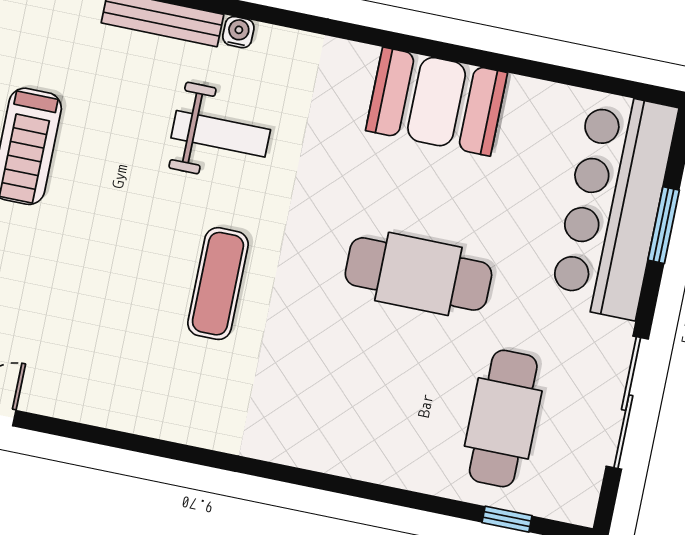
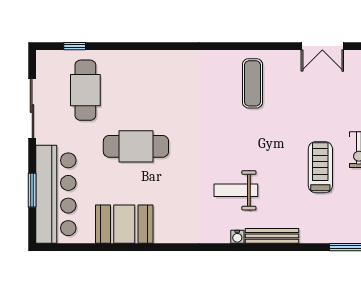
booth: (437, 102) -> (124, 224), moved
exercise mat: (218, 284) -> (252, 83), moved

